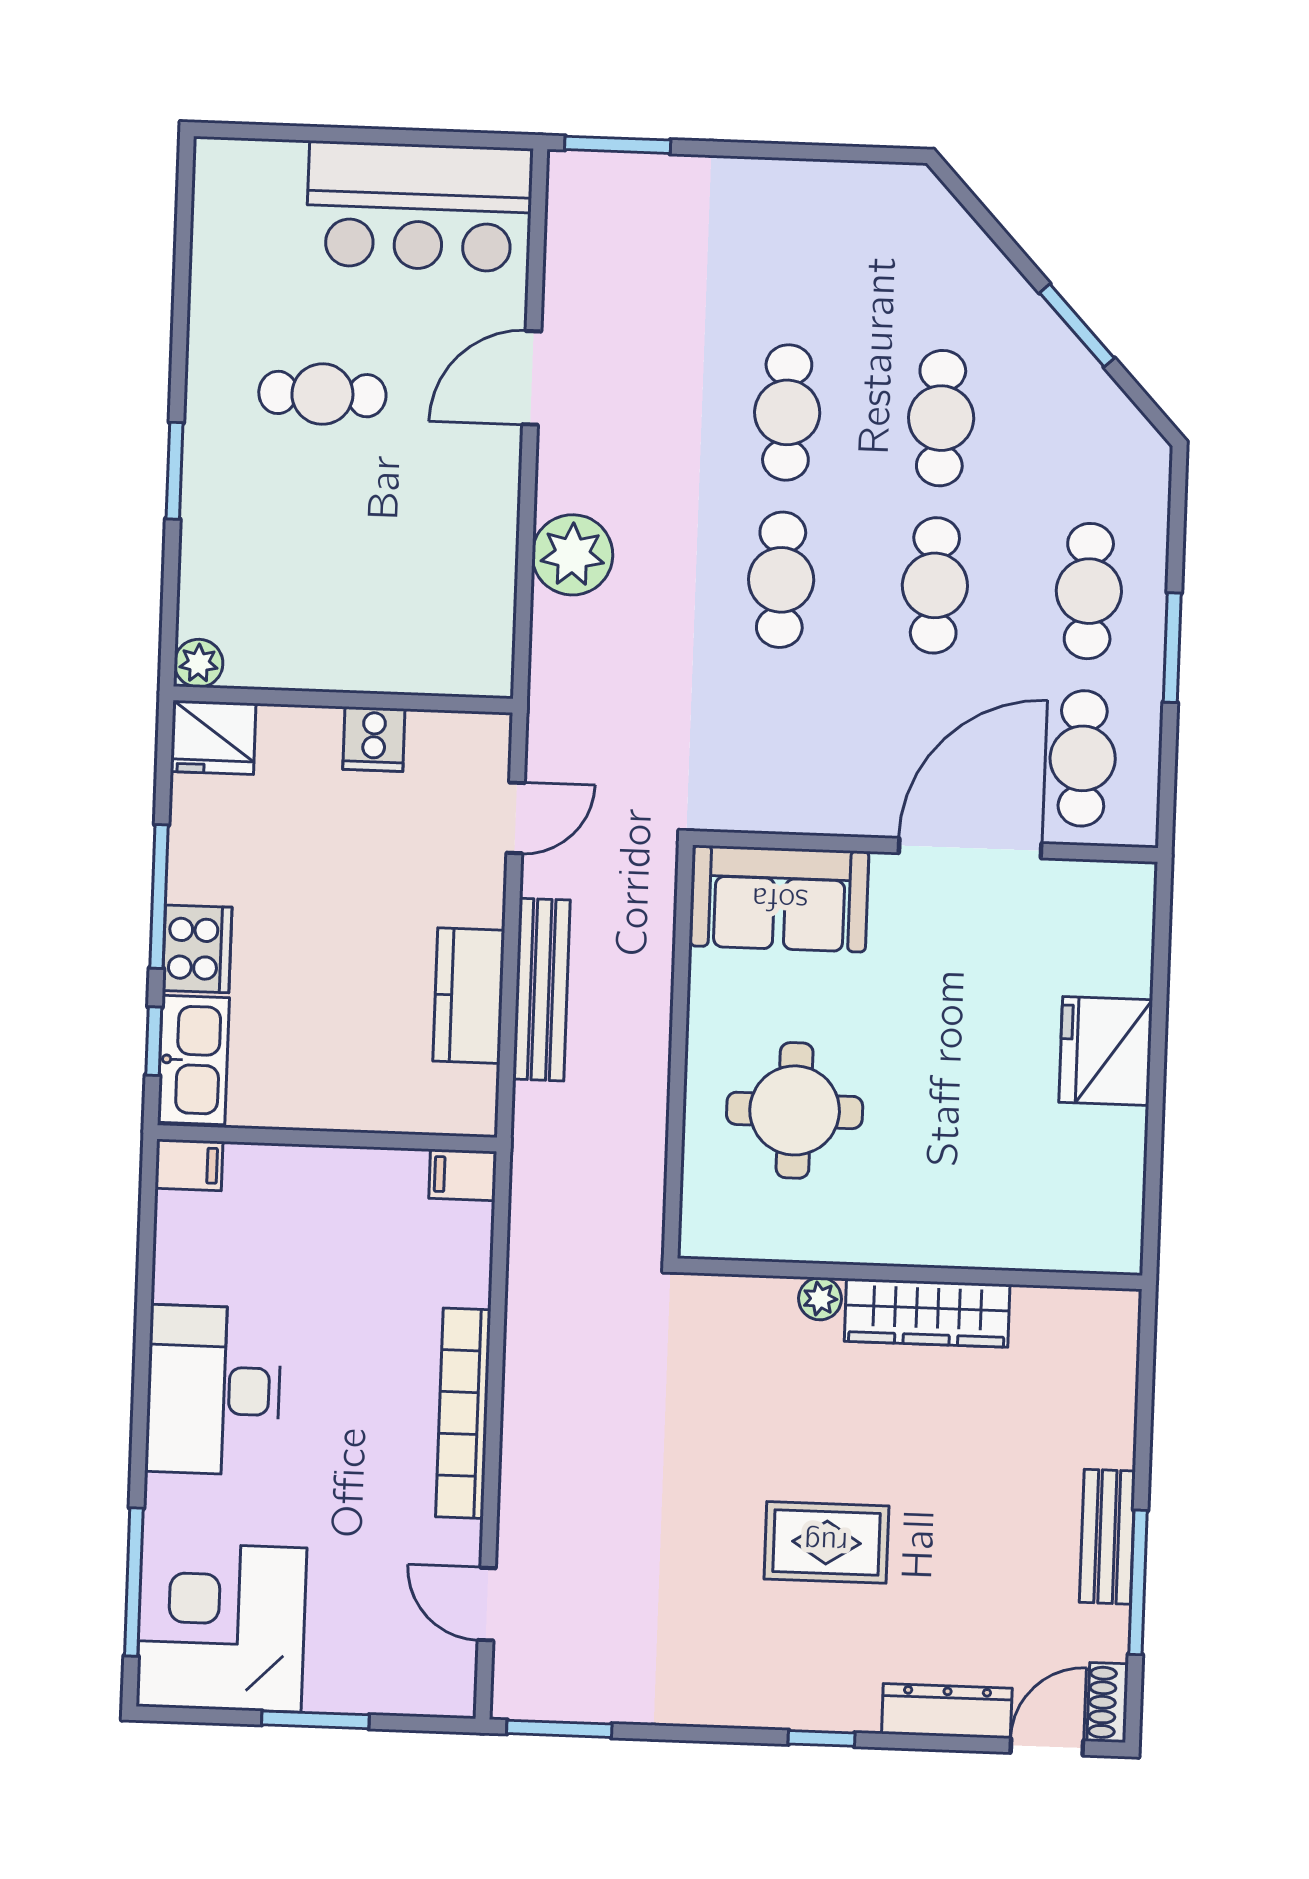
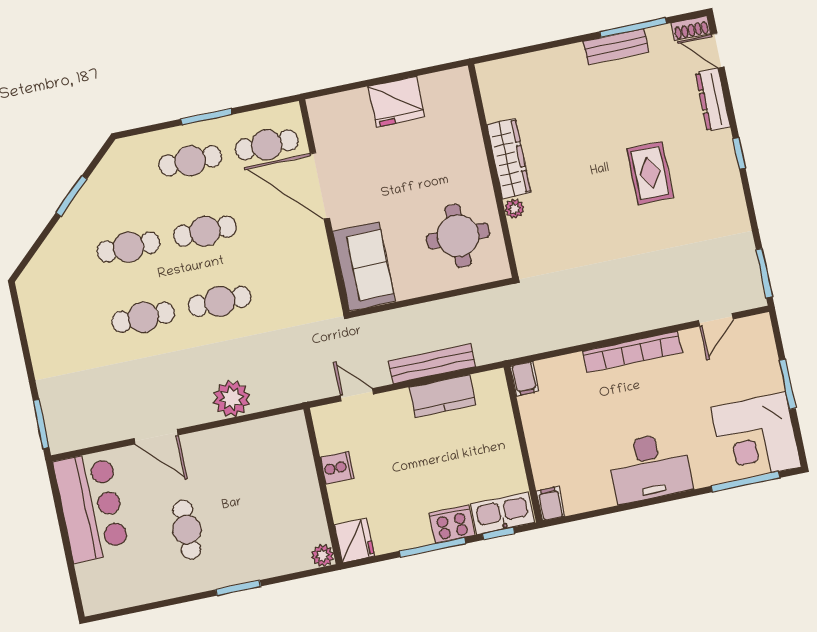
wall: (910, 1274) -> (493, 171), moved
plant: (820, 1299) -> (514, 209), moved
wardrobe: (927, 1313) -> (509, 159), moved

